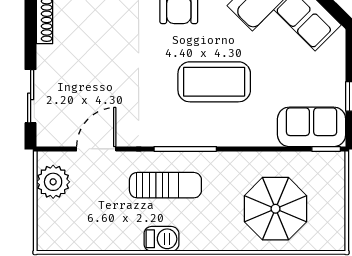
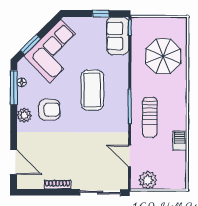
sliding door: (31, 96) -> (100, 192), width x1.37
sun lounger: (165, 185) -> (150, 117), turned 180
barbecue: (161, 239) -> (180, 141), moved

